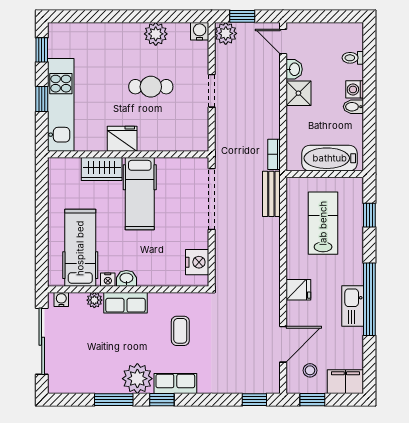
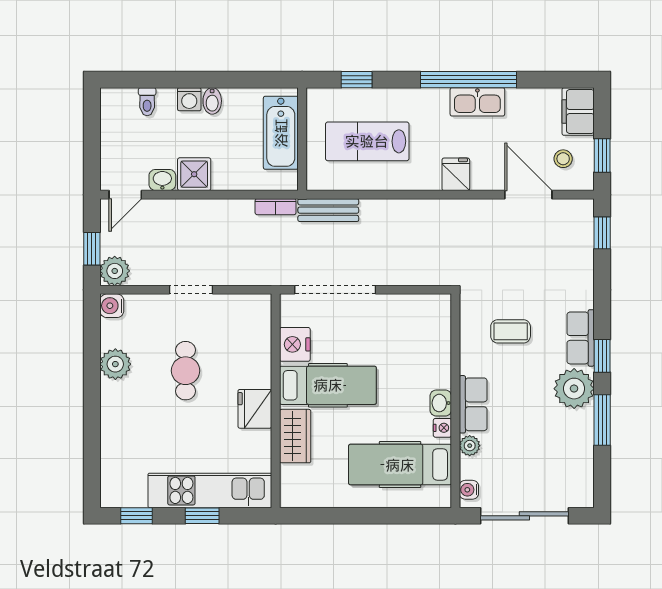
nightstand: (197, 262) -> (295, 344), moved, turned -90

